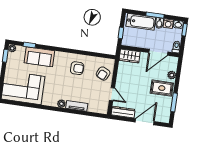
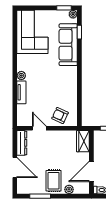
door: (158, 52) -> (91, 171), hinge flipped
sofa: (39, 57) -> (68, 45), width x1.36
armchair: (77, 68) -> (62, 87), removed
door: (112, 94) -> (39, 128), swing flipped

